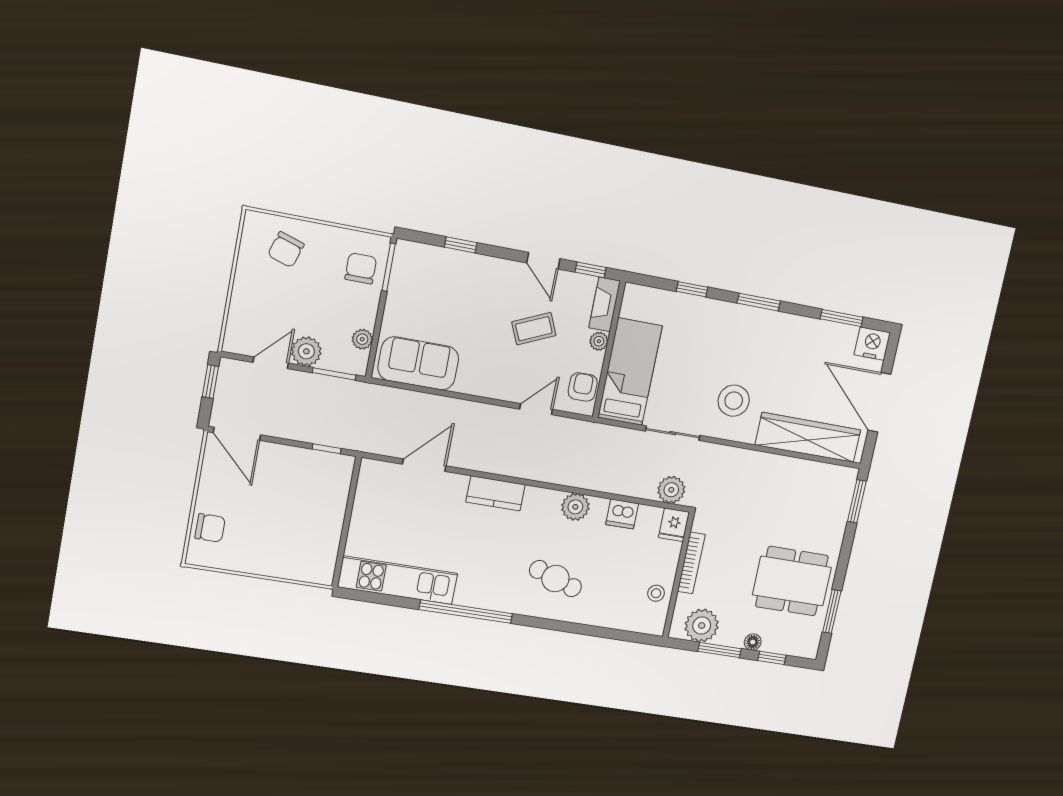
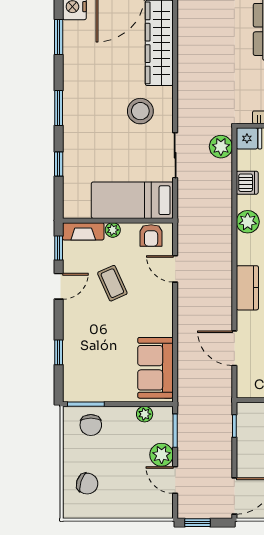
chair: (361, 268) -> (91, 425), turned -90
armchair: (583, 387) -> (151, 235), turned -90

